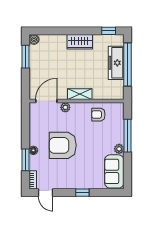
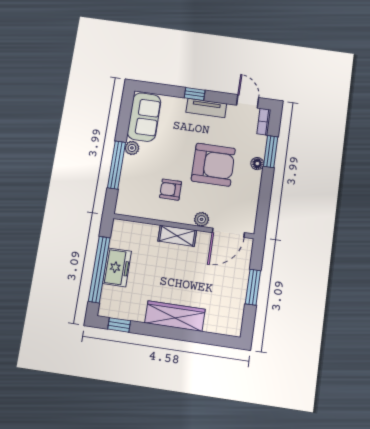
boiler: (34, 39) -> (234, 329), removed
wardrobe: (80, 42) -> (175, 316), width x1.50
window: (25, 57) -> (253, 287), moved
freezer: (116, 63) -> (117, 267), width x0.71
armchair: (98, 115) -> (171, 190), moved, turned 180
tv unit: (73, 184) -> (206, 108), added

